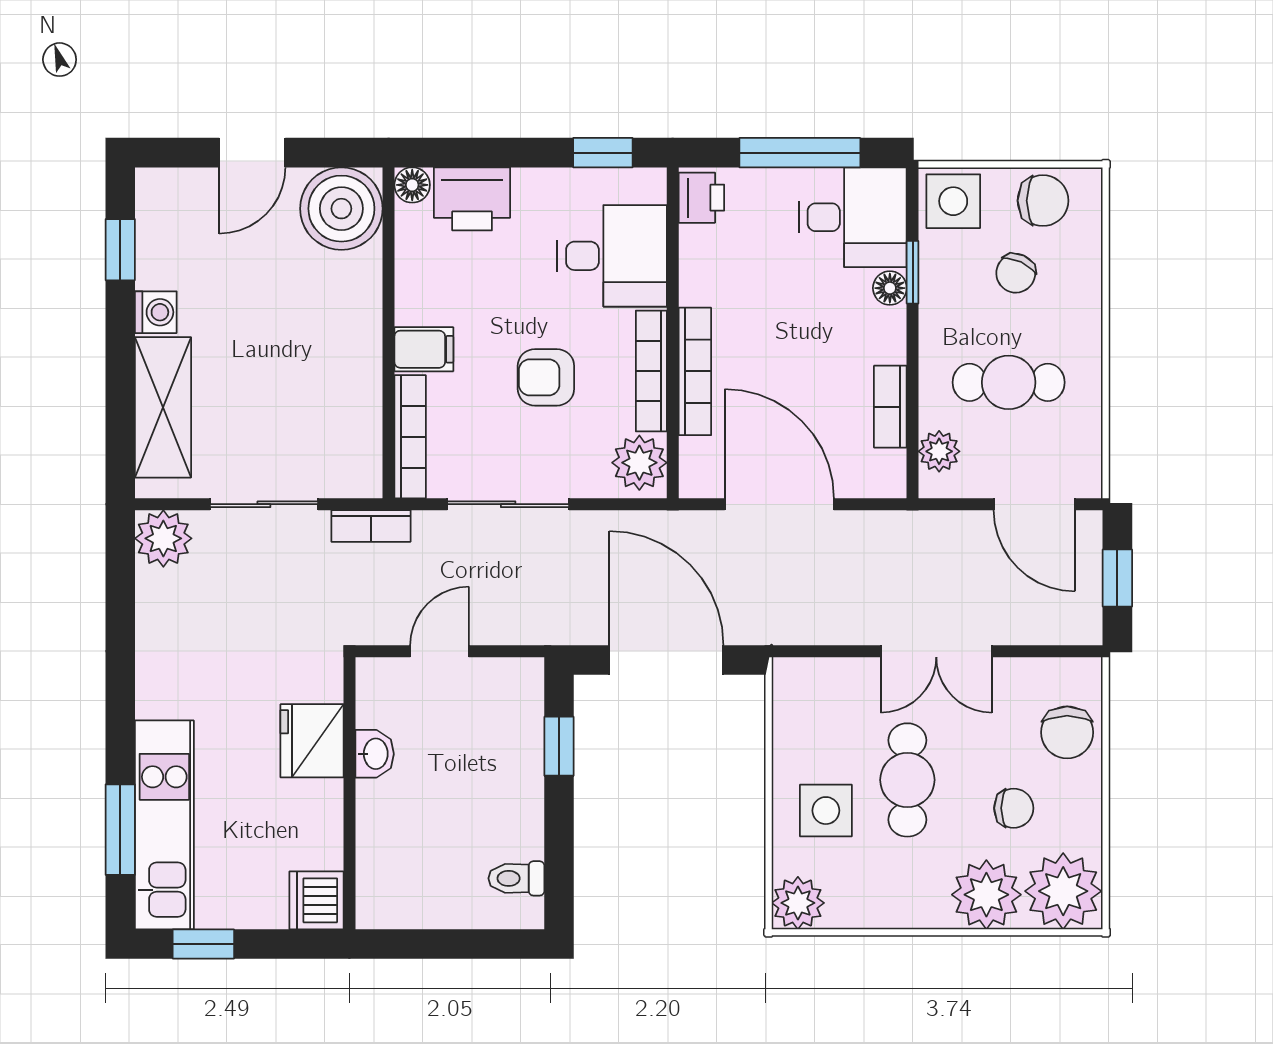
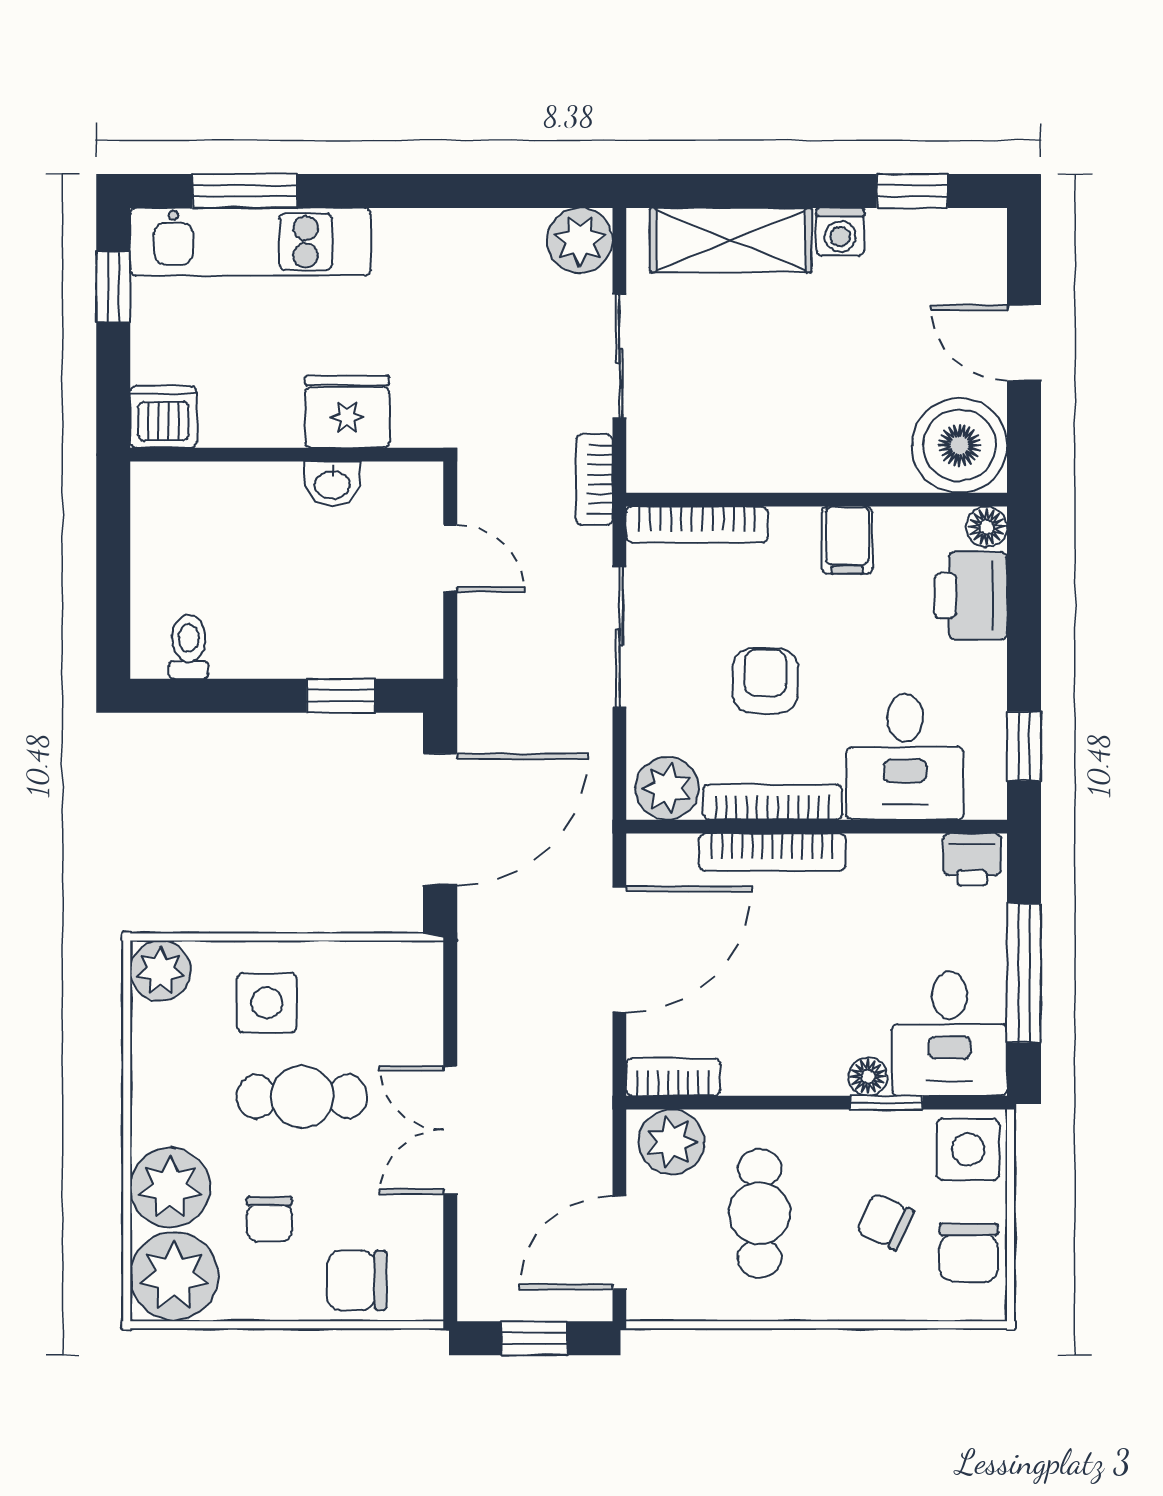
filing cabinet: (424, 349) -> (847, 540), moved
bookcase: (890, 407) -> (673, 1077), moved
plant: (939, 451) -> (671, 1142), width x1.38, depth x1.38

